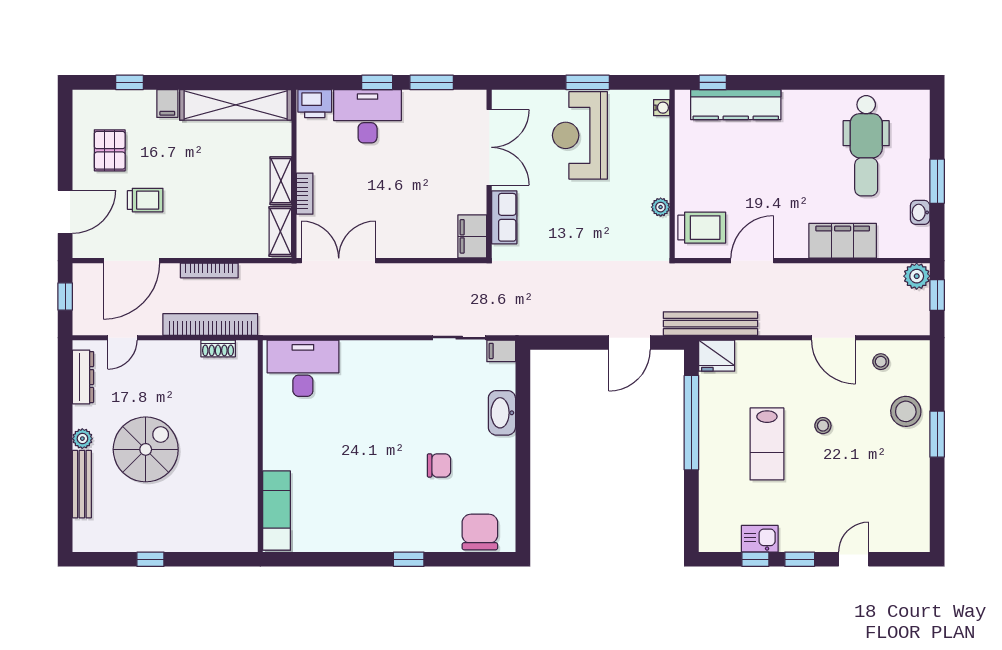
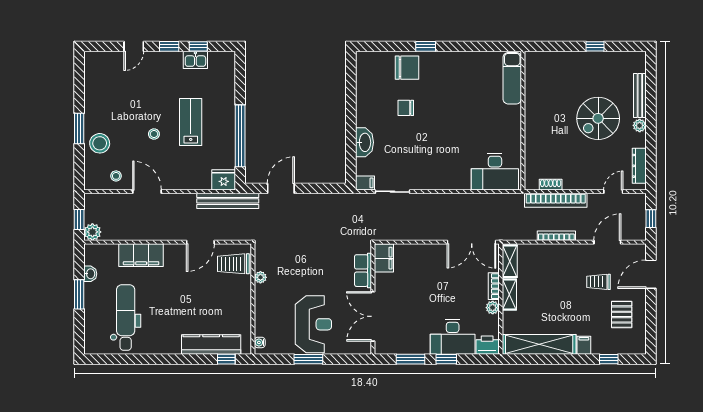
plant: (307, 161) -> (493, 308), added
door: (132, 261) -> (607, 242), width x0.73
chair: (480, 532) -> (407, 68), moved, turned -90

